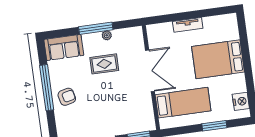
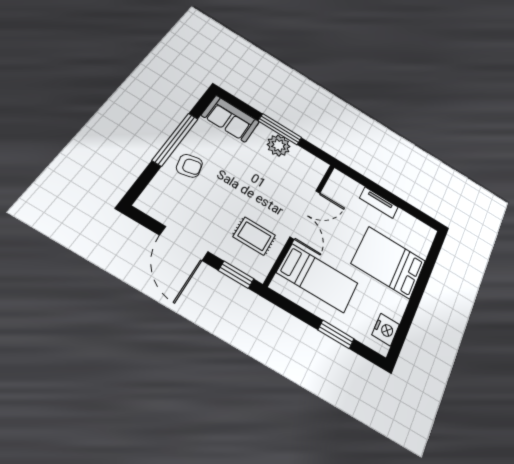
plant: (107, 35) -> (279, 145), width x1.87, depth x1.87
rug: (104, 64) -> (254, 236), moved

